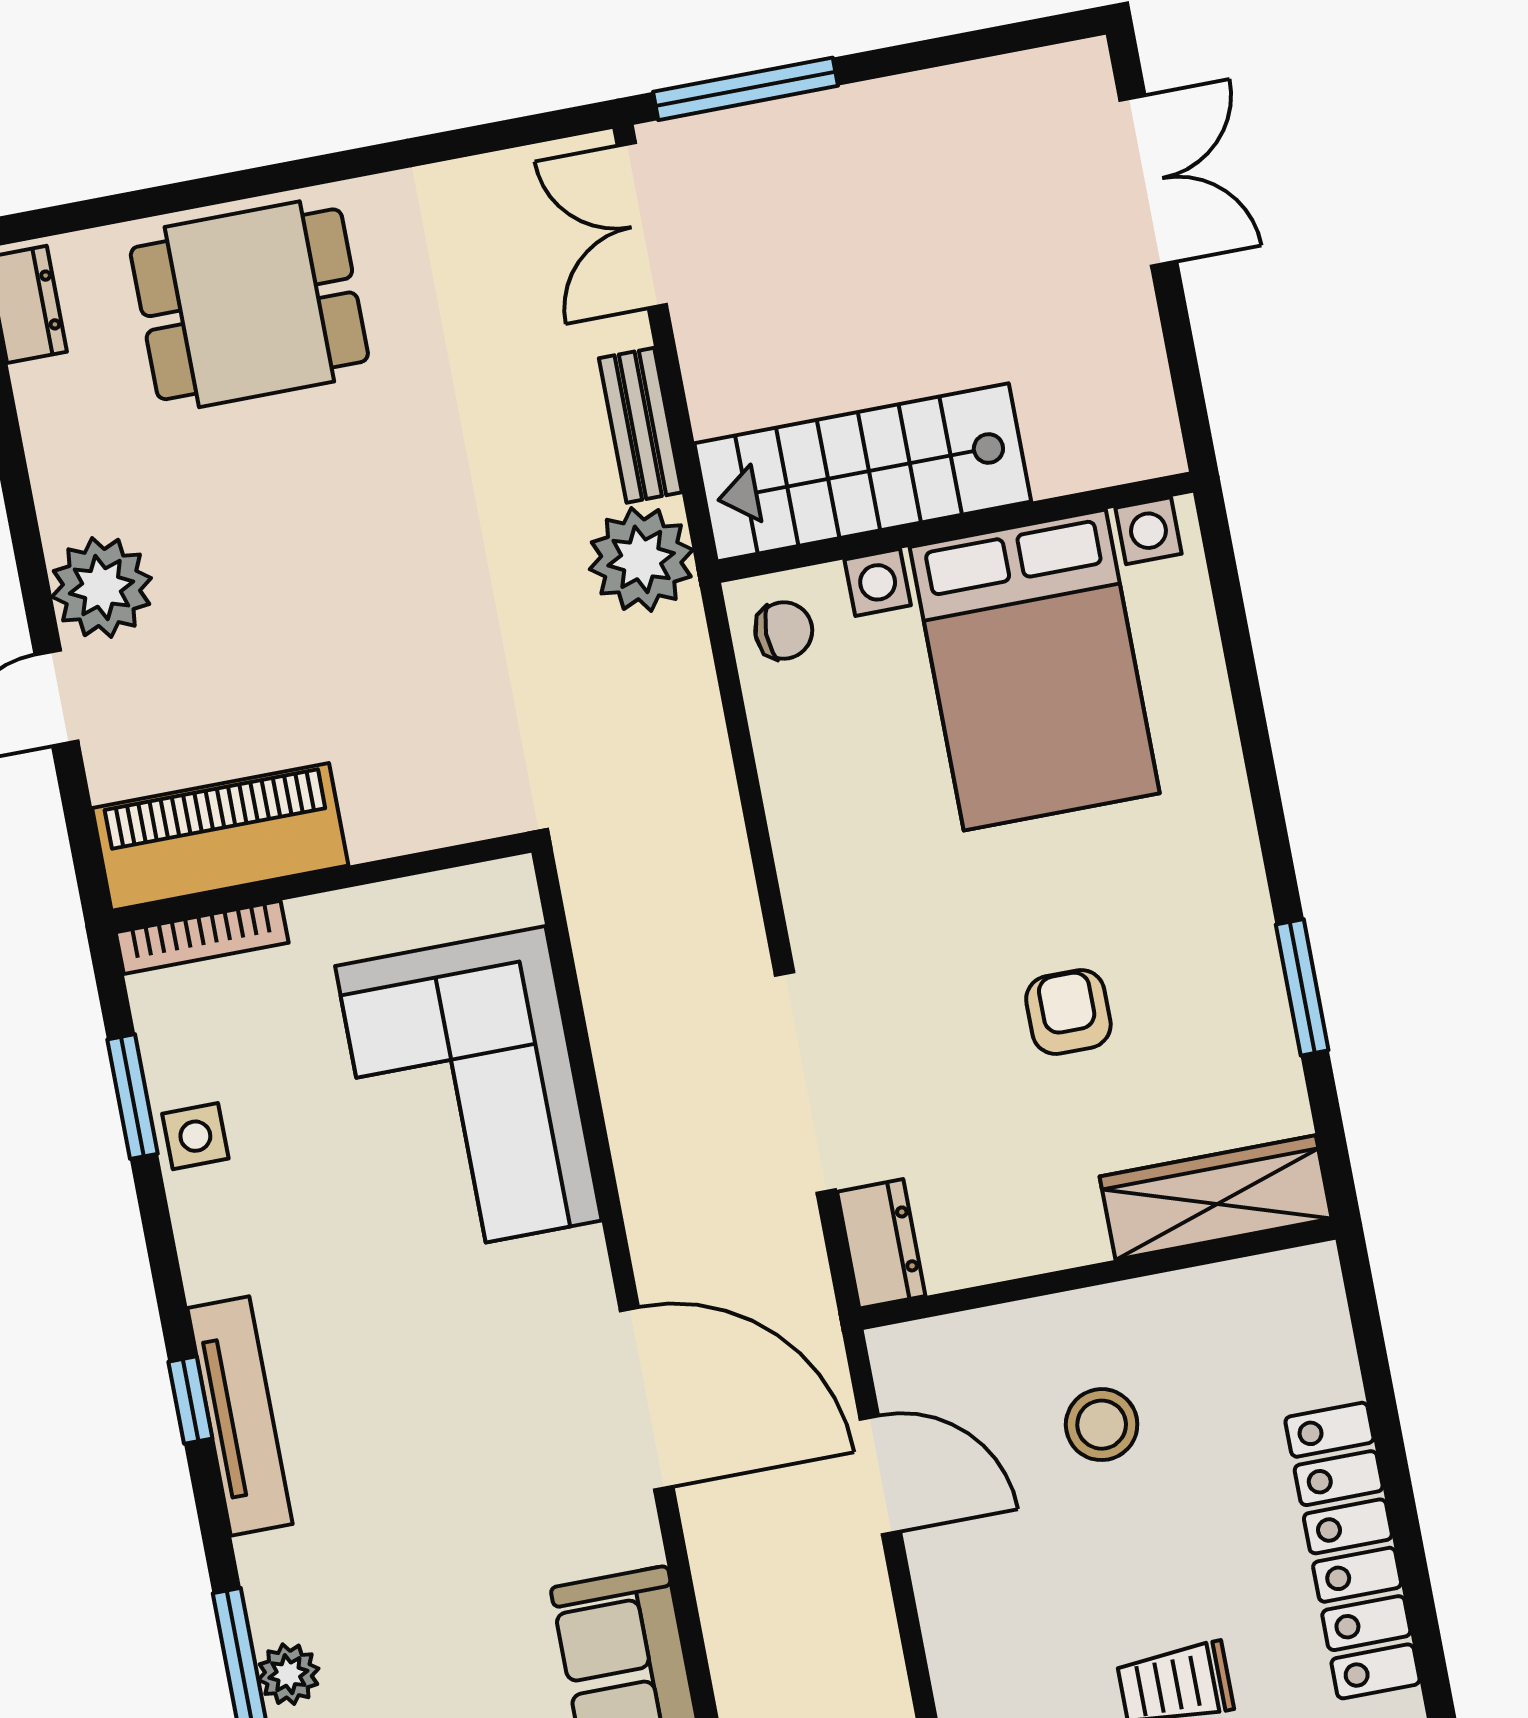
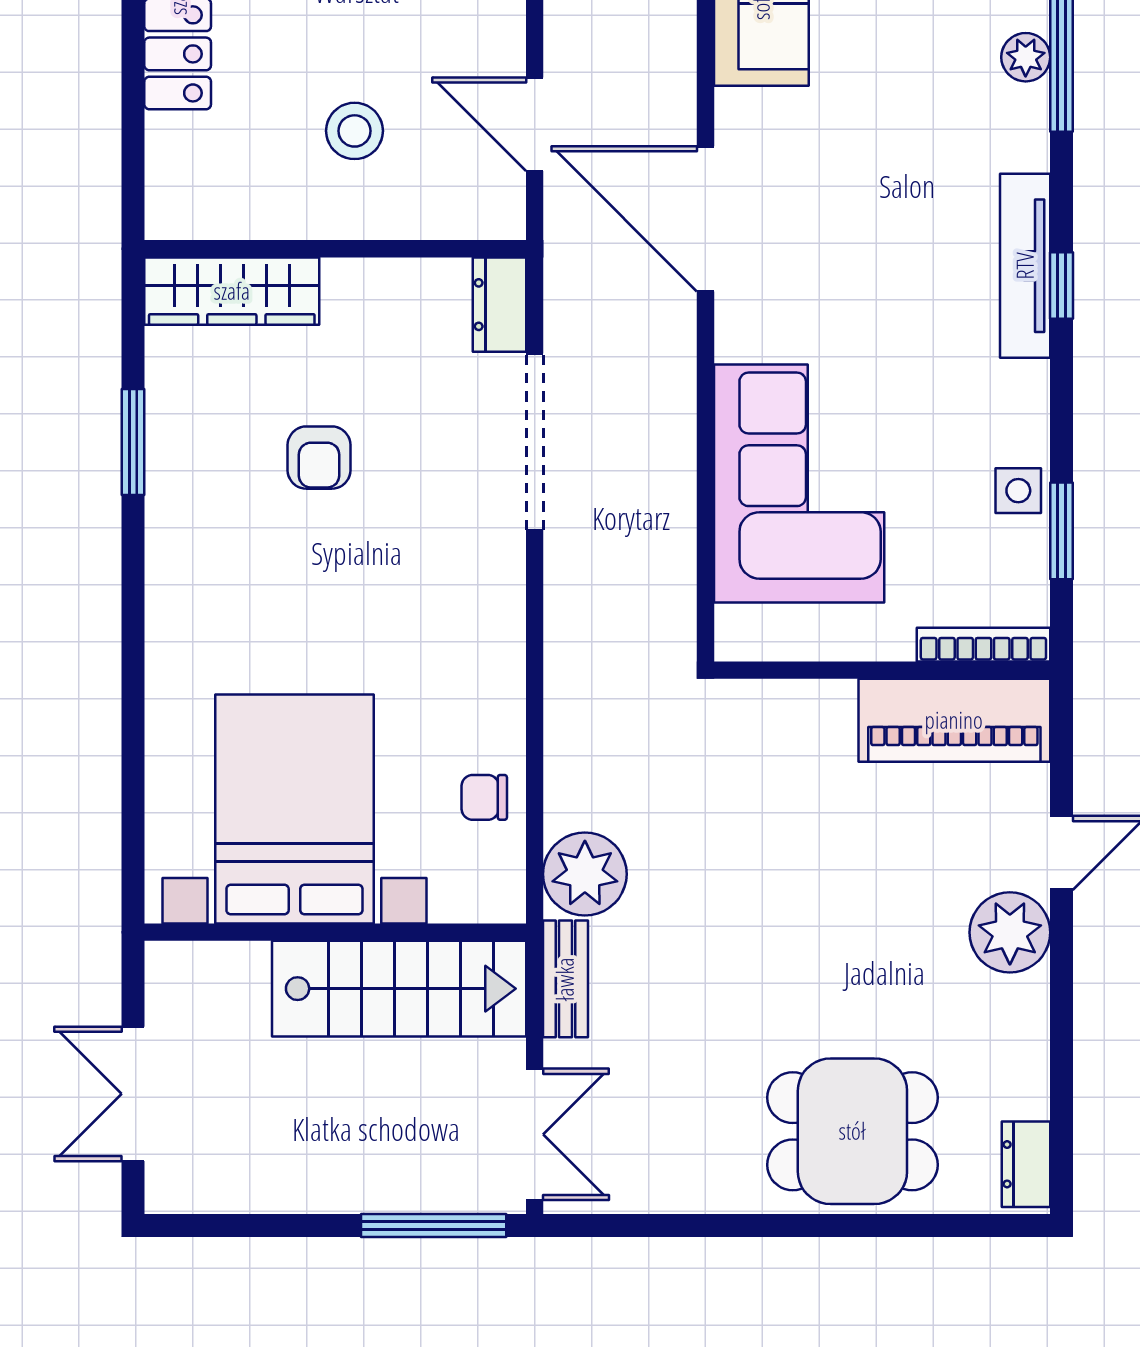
stairs: (863, 472) -> (399, 989), moved
wall: (955, 527) -> (335, 932), moved
bed with nightstands: (1035, 670) -> (294, 809), moved

